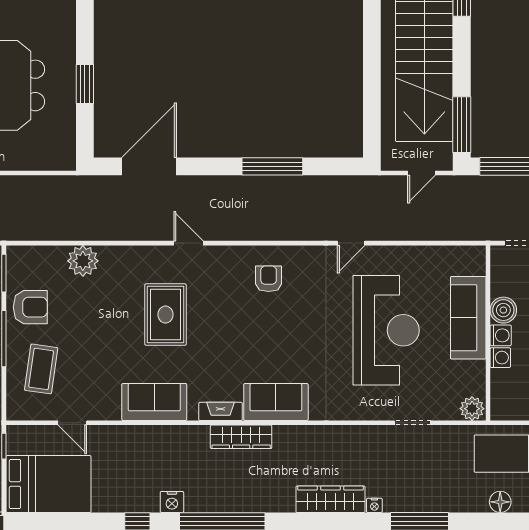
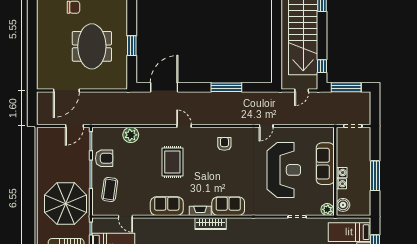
window: (462, 125) -> (322, 66), width x0.46
boiler: (503, 310) -> (343, 205), moved

